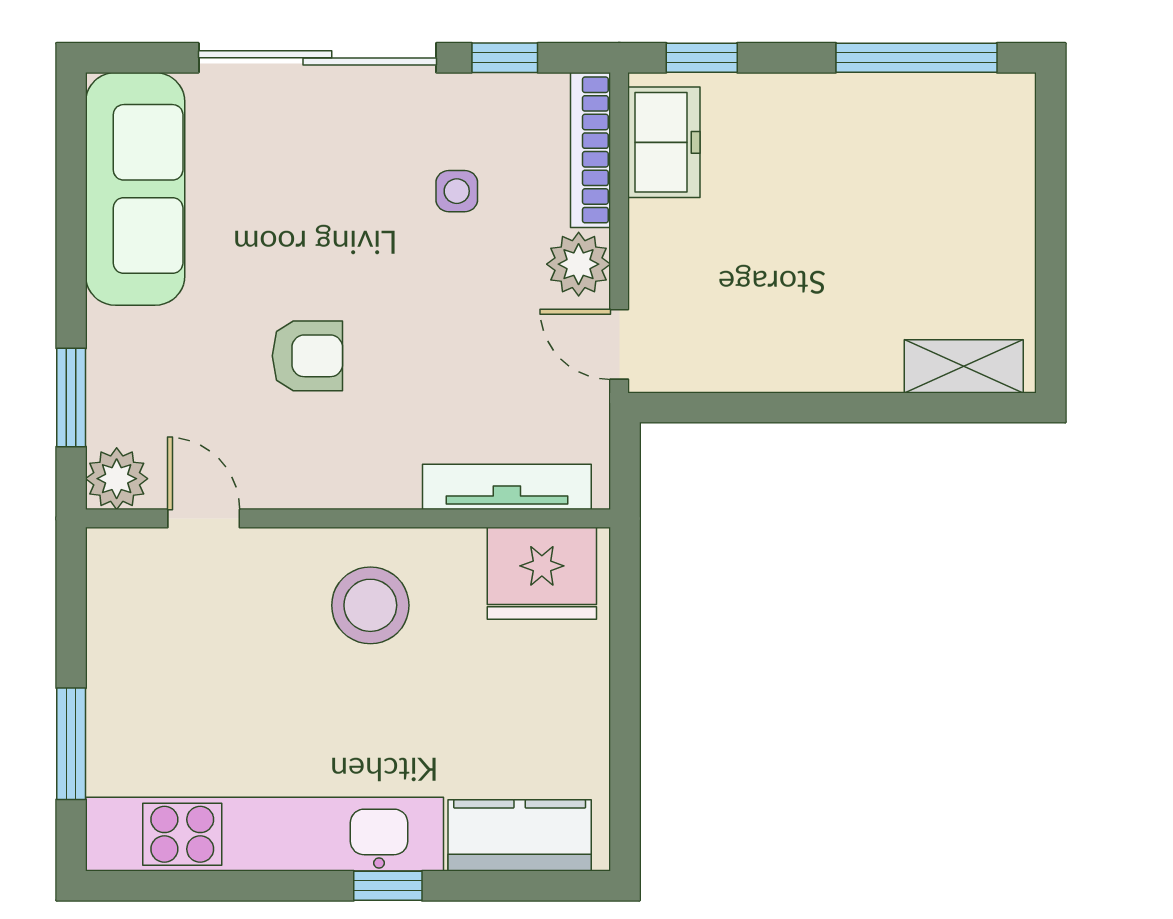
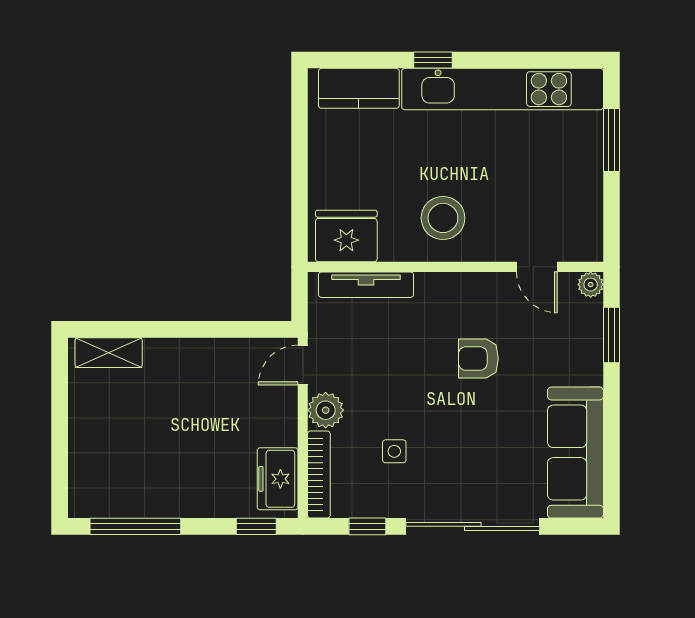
door: (619, 344) -> (303, 365), swing flipped
plant: (117, 479) -> (591, 285), width x0.73, depth x0.73

